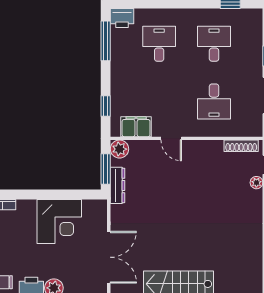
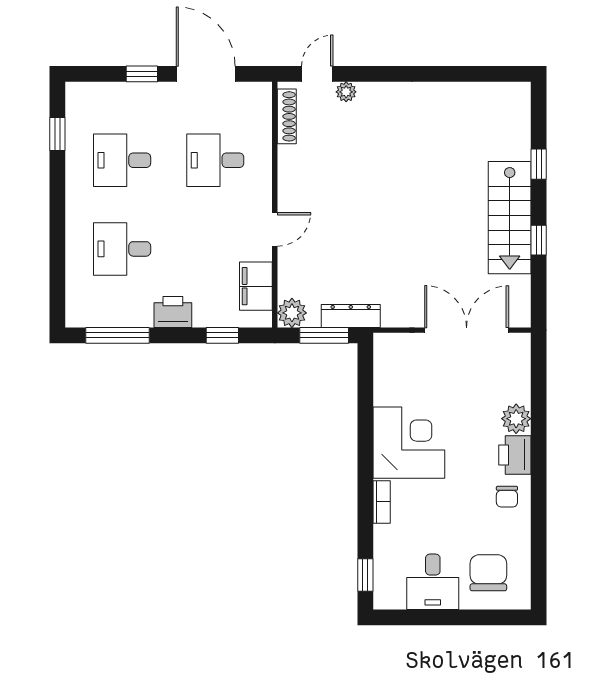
printer: (122, 18) -> (173, 312), moved, turned -90
desk: (214, 101) -> (215, 160), turned 180
corner desk: (59, 221) -> (409, 443), moved

